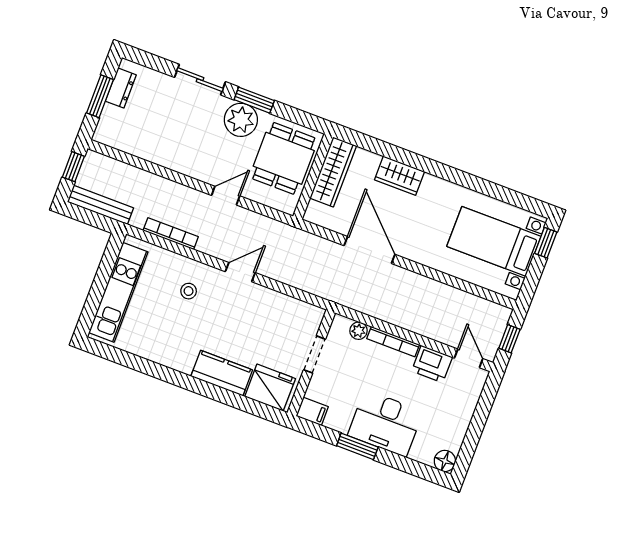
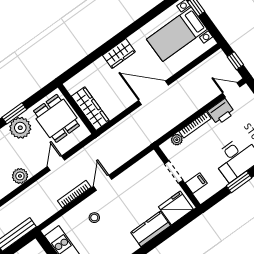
plant: (179, 160) -> (20, 176), added
wardrobe: (333, 172) -> (90, 109), moved
wardrobe: (399, 176) -> (119, 54), moved
bookcase: (171, 234) -> (74, 194), moved
door: (369, 250) -> (154, 93), moved
filing cabinet: (312, 411) -> (196, 183), moved

